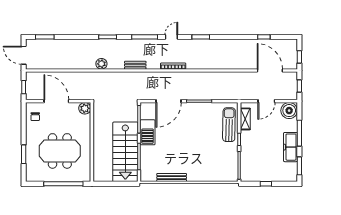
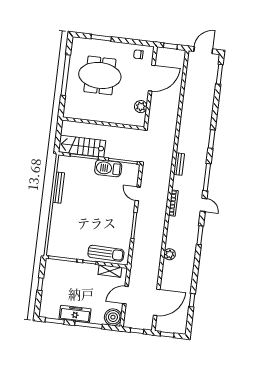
plant: (101, 64) -> (170, 254), moved
door: (169, 101) -> (138, 194), width x0.53
door: (266, 101) -> (125, 295), hinge flipped
wall: (92, 142) -> (103, 123), moved
meeting table: (60, 151) -> (100, 75), turned 90
stairs: (125, 152) -> (82, 146), width x0.73, depth x0.66

